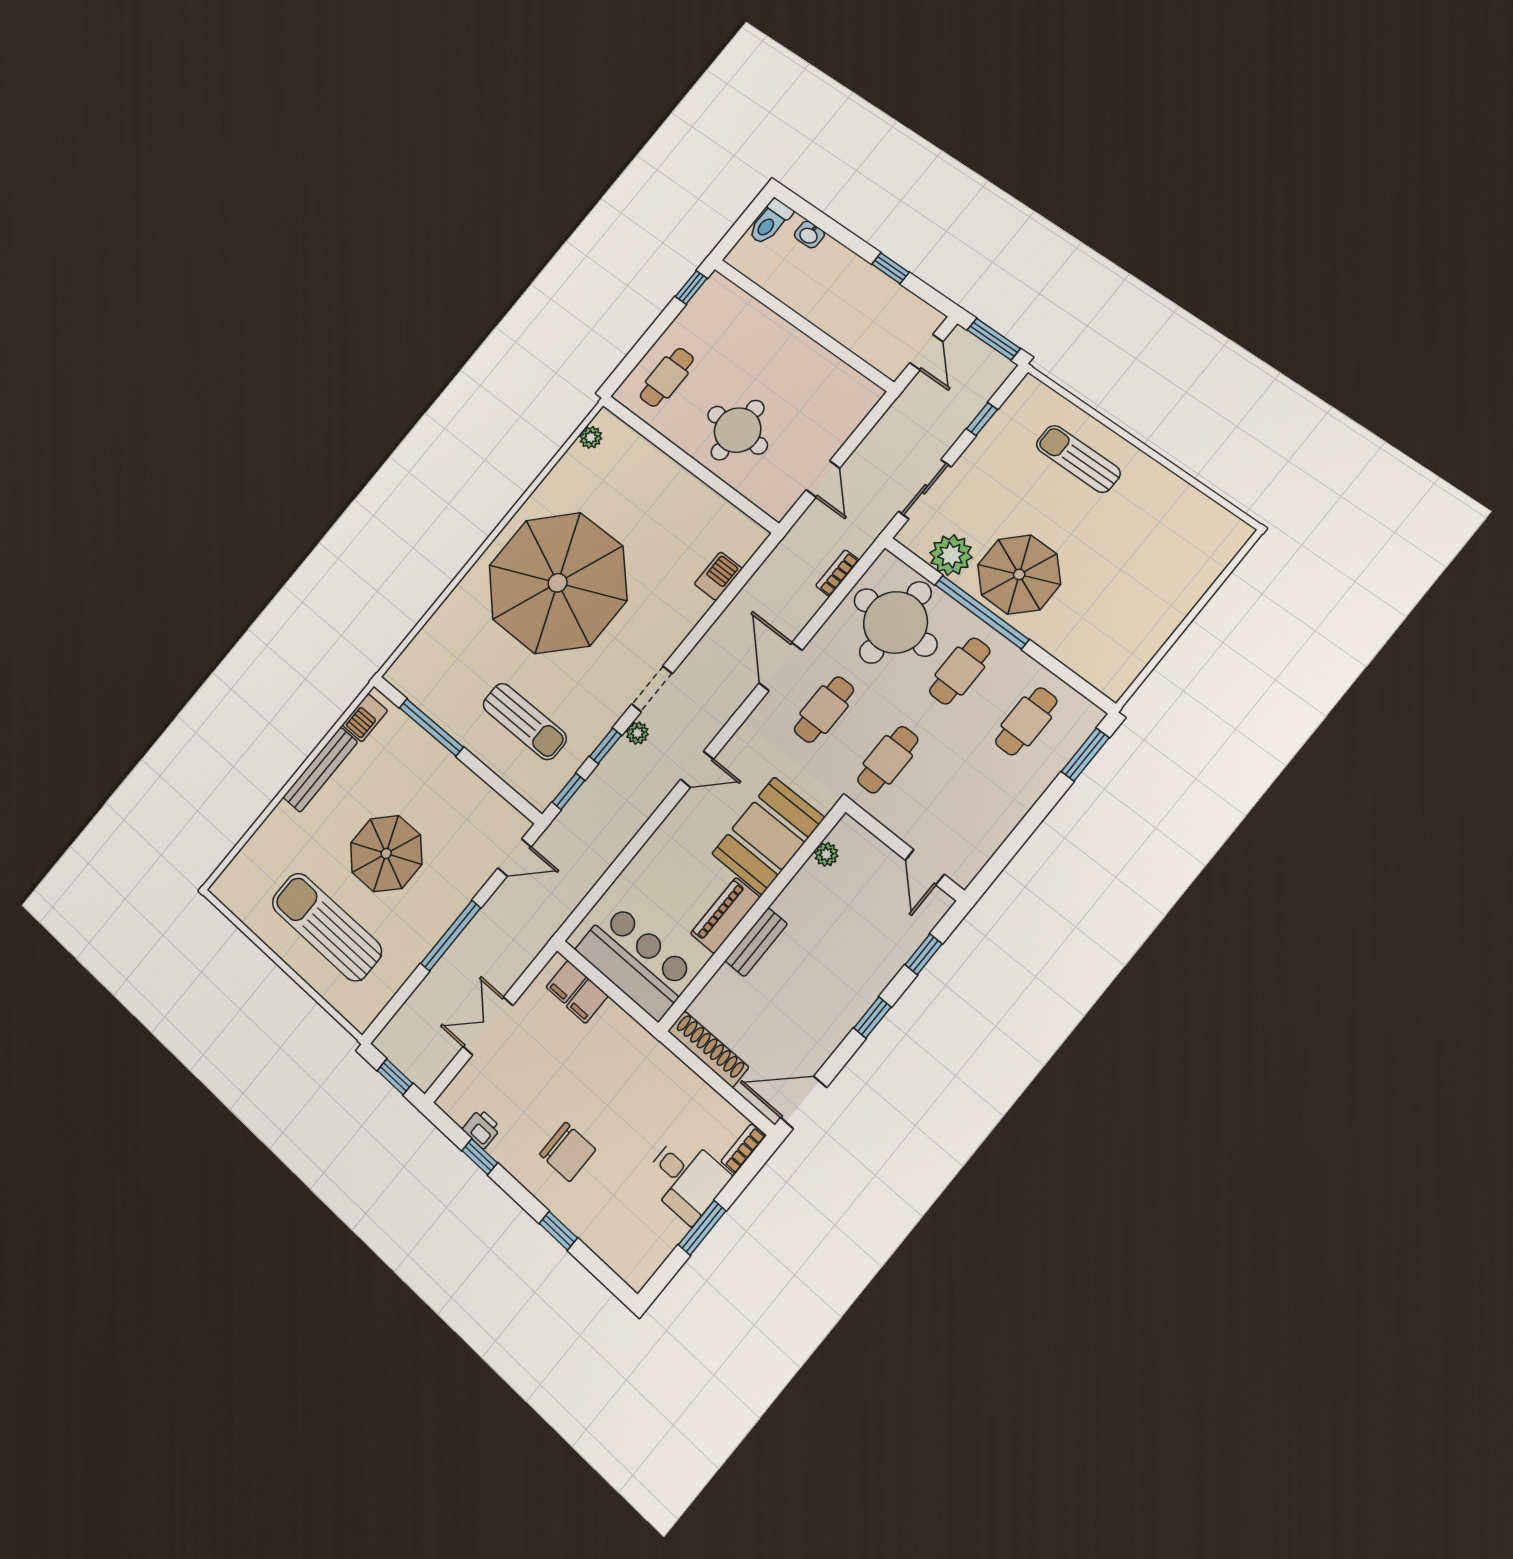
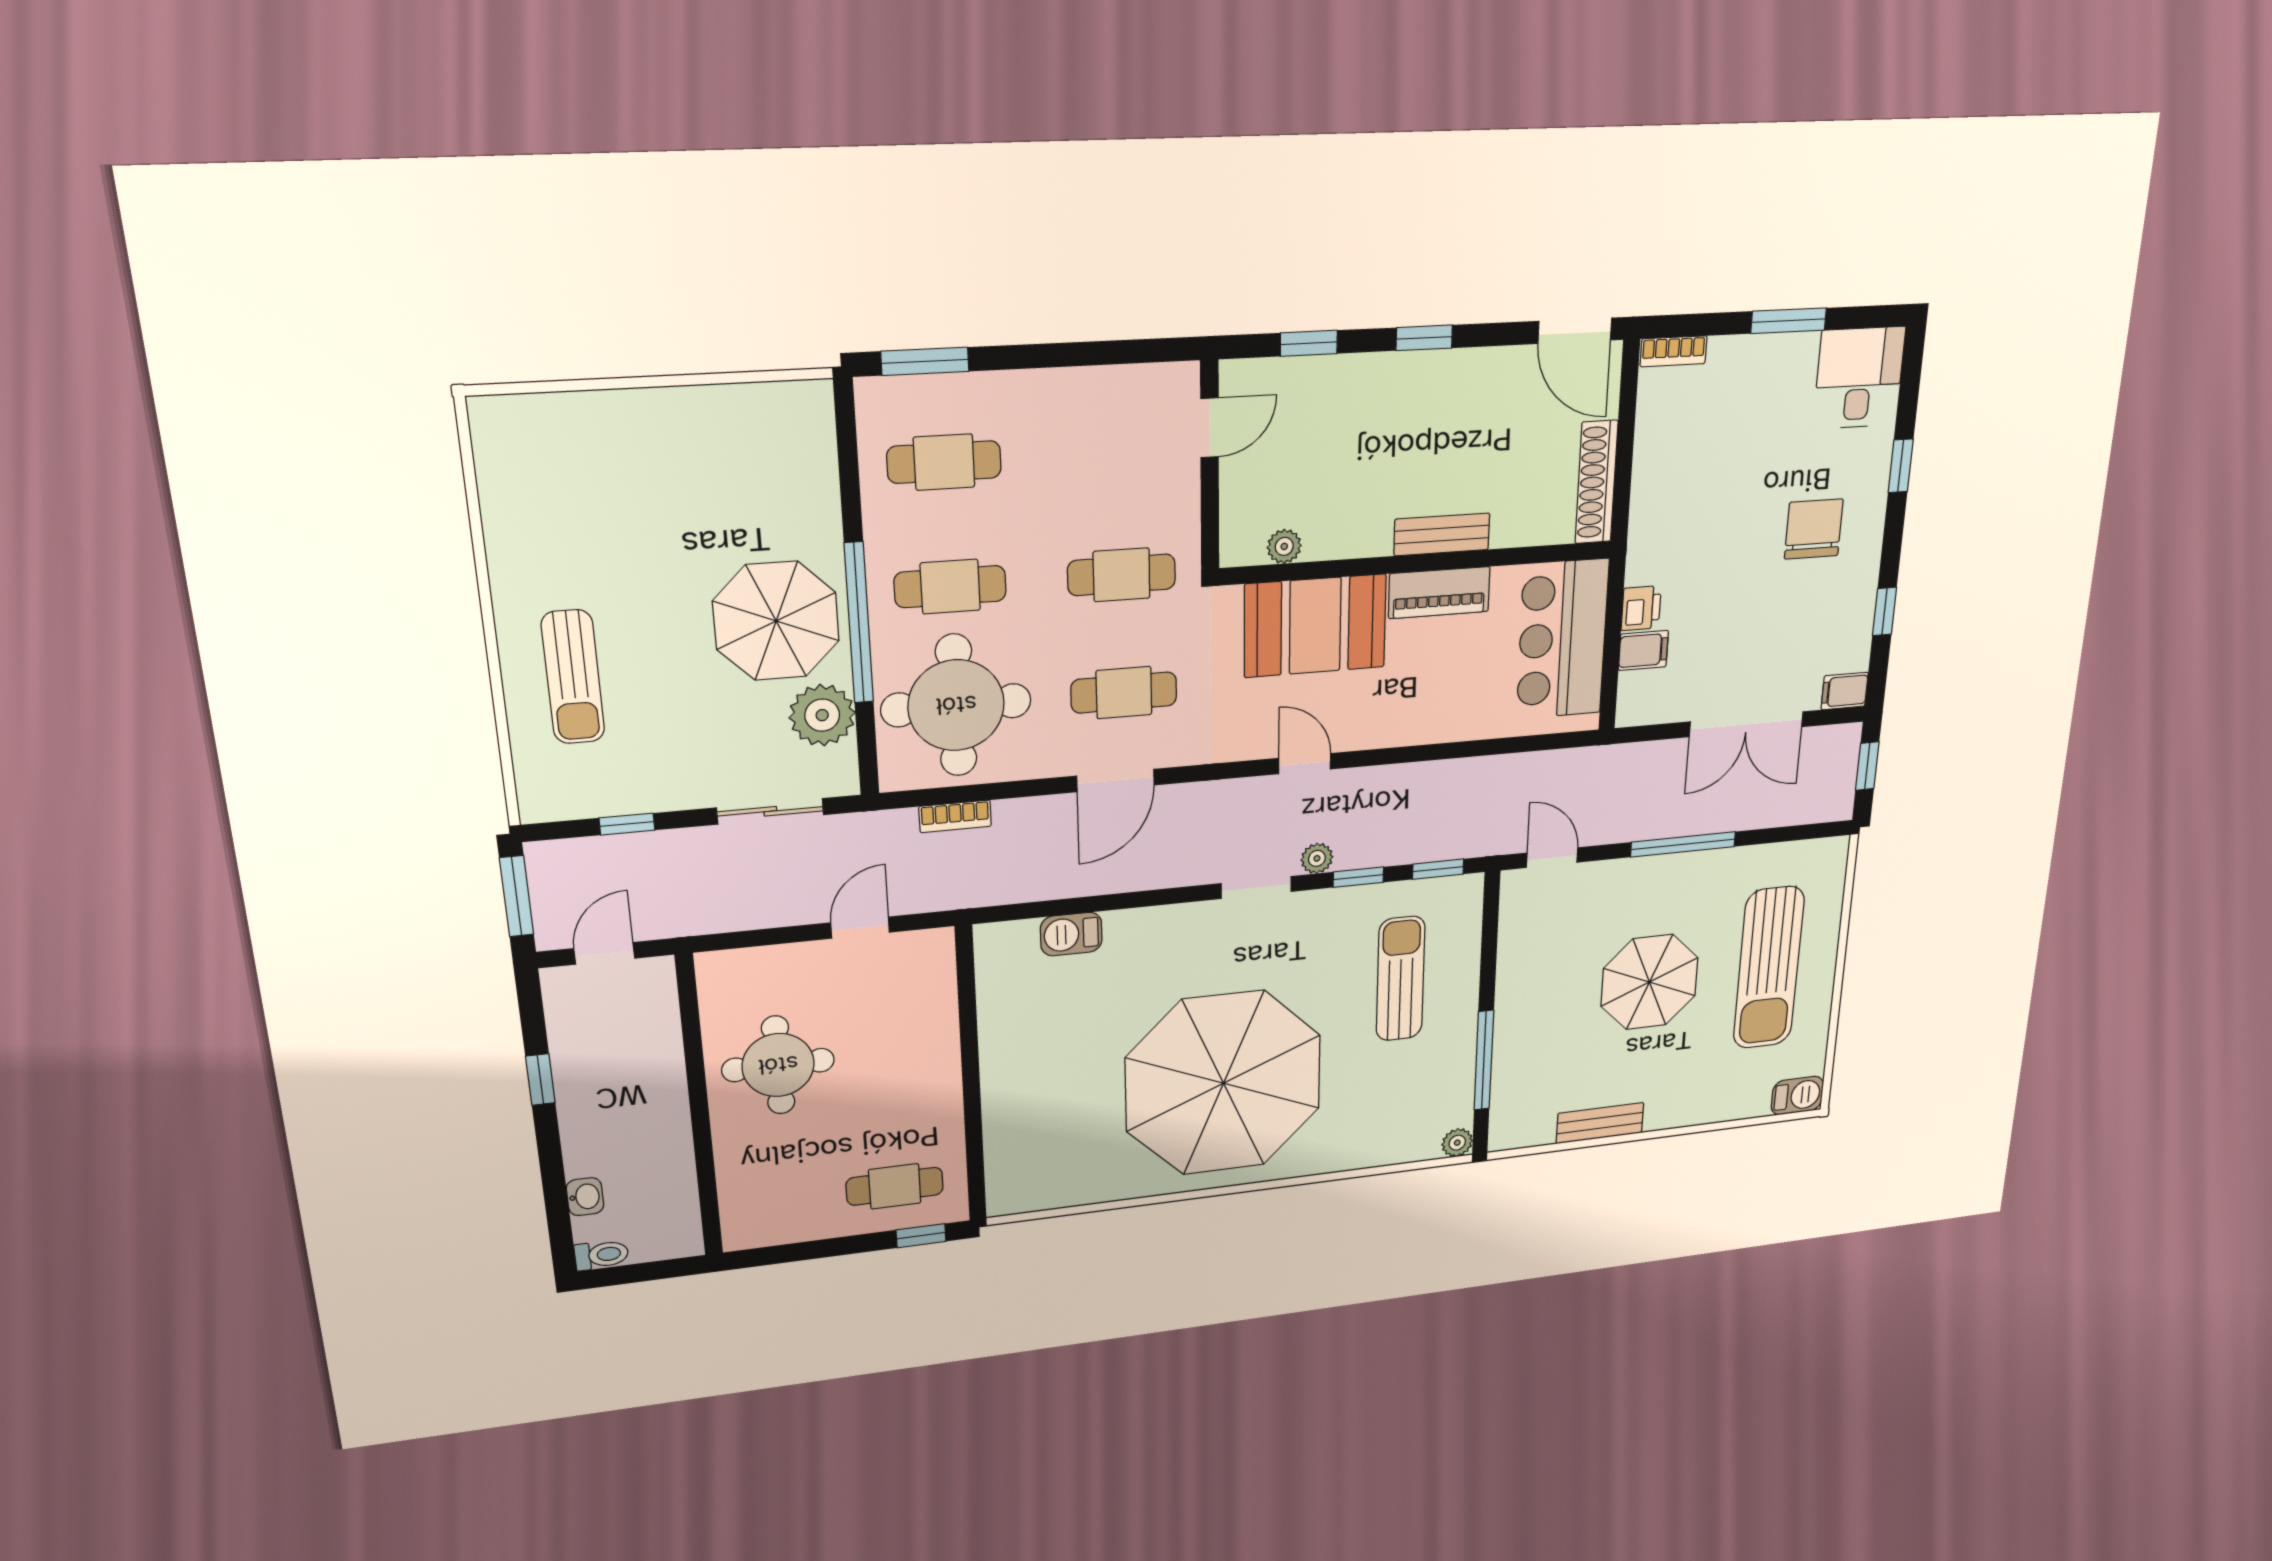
toilet: (770, 222) -> (602, 1255), width x0.73, depth x0.72
window: (691, 287) -> (921, 1236), moved
round table: (738, 430) -> (778, 1065), moved
plant: (591, 437) -> (1457, 1143), moved
barbecue: (365, 718) -> (1797, 1096), moved
bench: (320, 770) -> (1600, 1123), width x0.73
filing cabinet: (566, 982) -> (1845, 691), moved, turned 180
double door: (488, 1026) -> (1746, 724), width x1.37
printer: (482, 1129) -> (1641, 608), moved, turned 180
desk: (686, 1178) -> (1859, 378), moved

